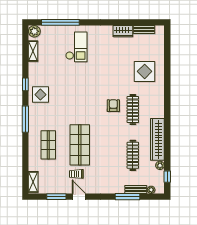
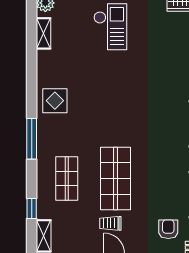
window: (25, 84) -> (32, 209), moved
armchair: (113, 106) -> (168, 229), moved

